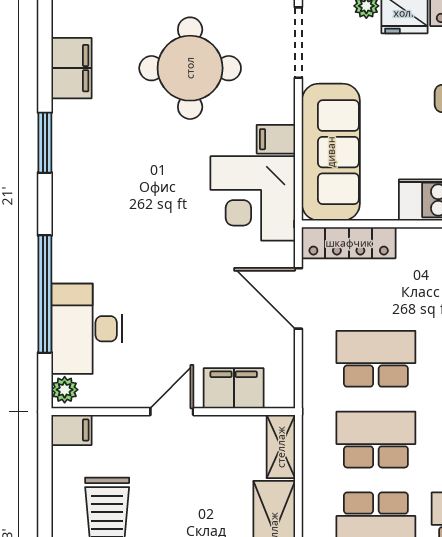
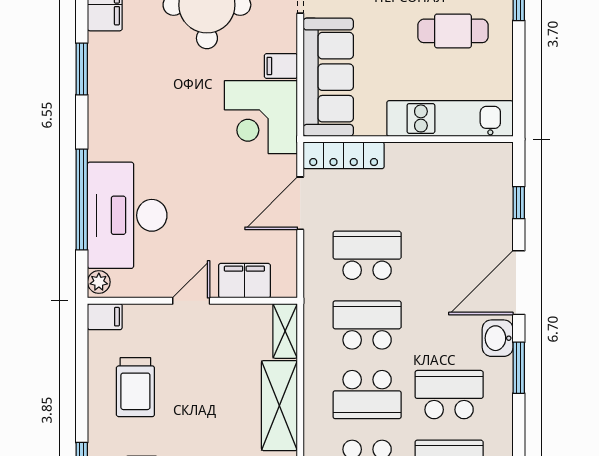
door: (298, 298) -> (300, 203), hinge flipped
desk: (87, 329) -> (127, 215), width x1.36, depth x1.30

